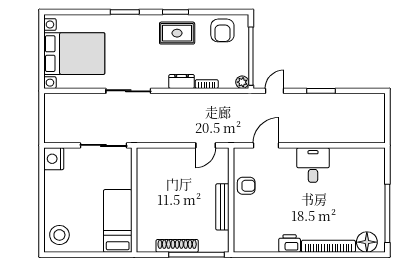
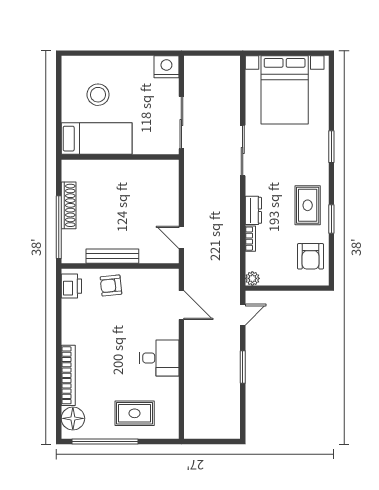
window: (176, 12) -> (331, 219), moved
armchair: (222, 30) -> (311, 256), turned -90
window: (251, 56) -> (282, 288), removed
door: (274, 91) -> (243, 315), hinge flipped
armchair: (246, 186) -> (111, 285), moved, turned 84
rug: (362, 187) -> (135, 413), added
stool: (59, 235) -> (98, 95), moved
printer: (290, 243) -> (71, 286), moved

